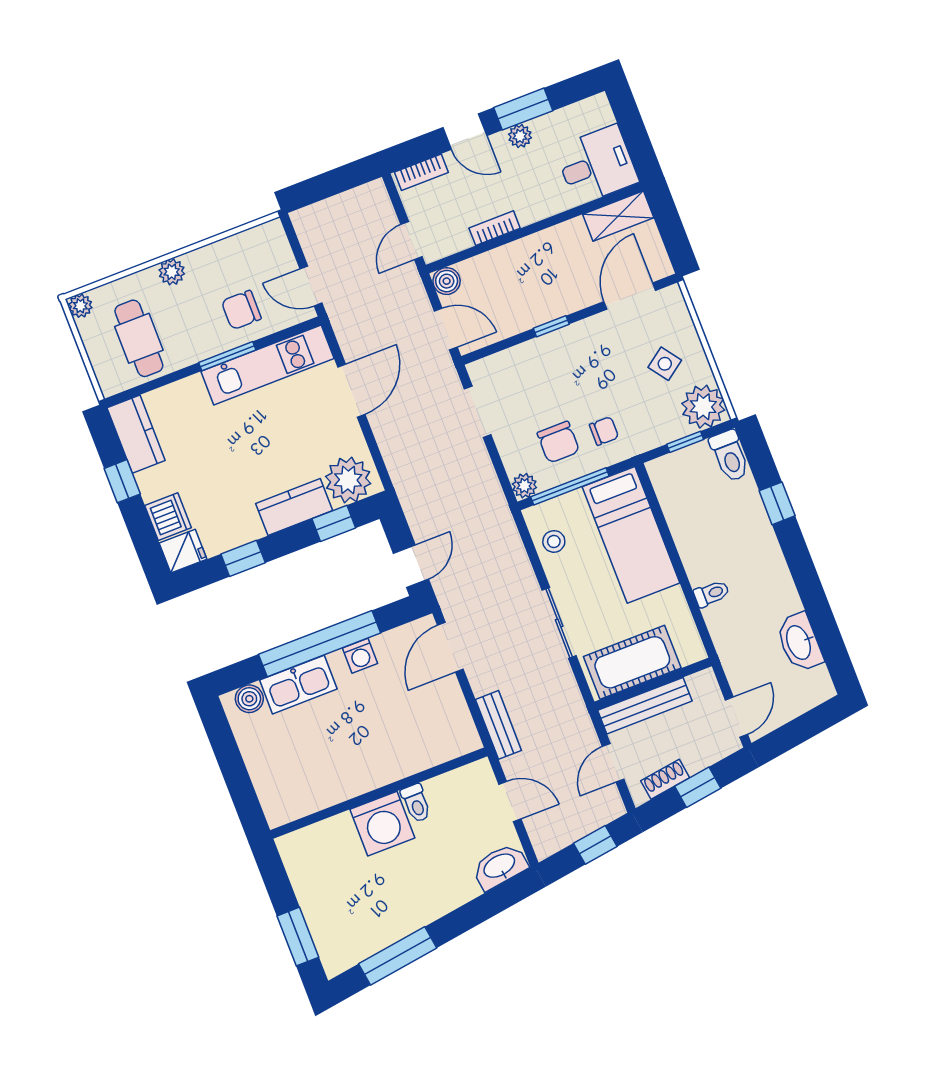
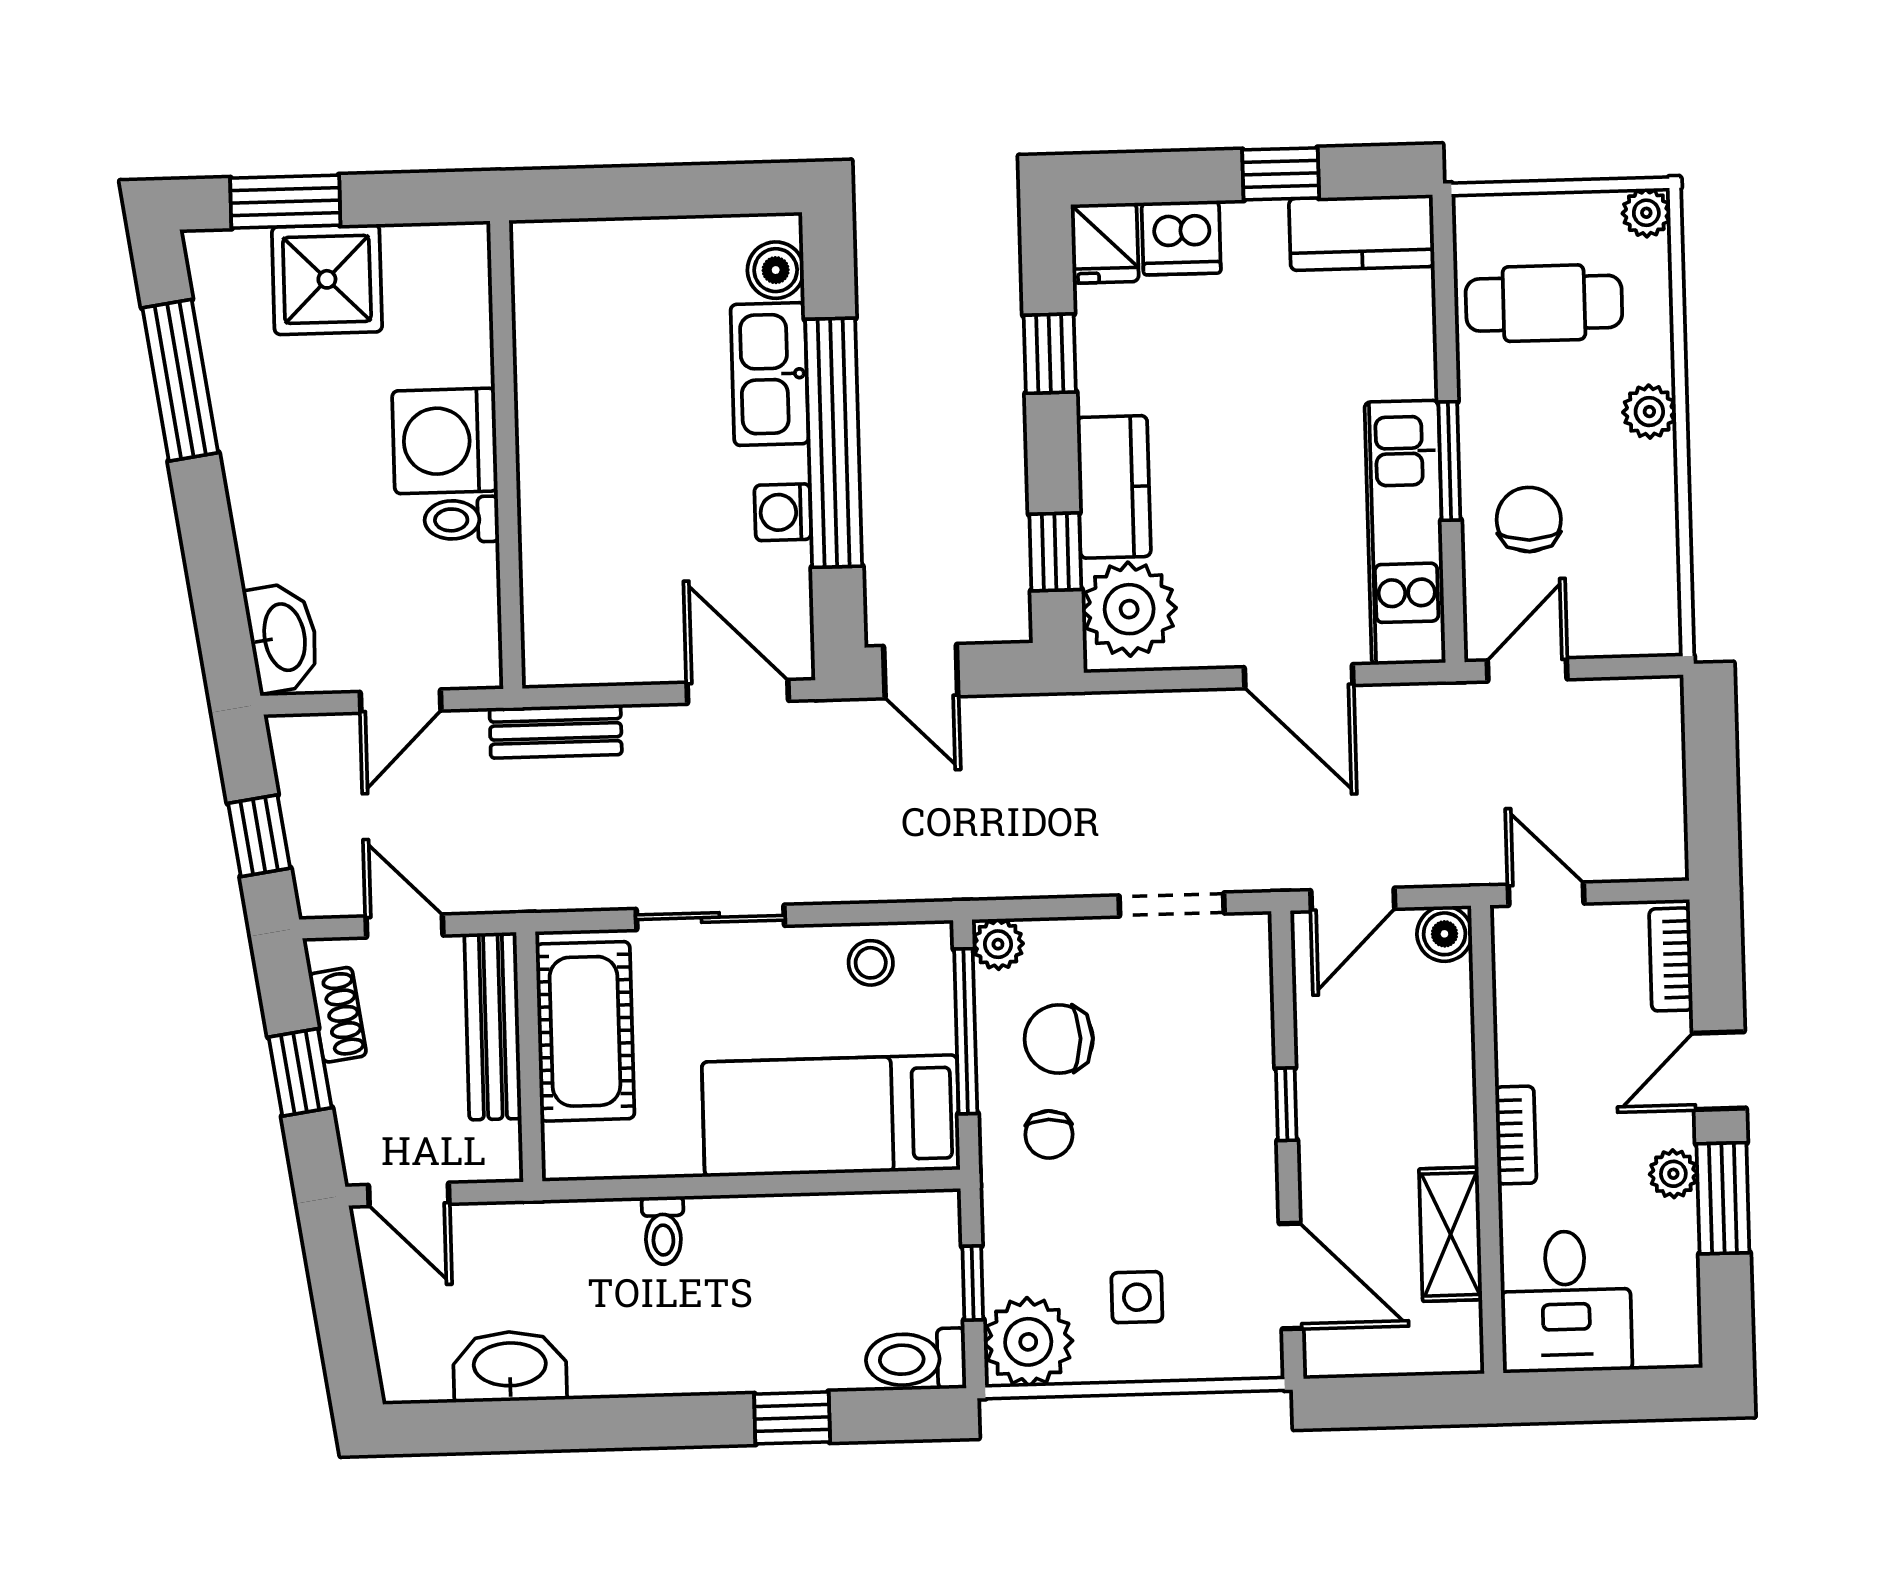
shelving: (618, 216) -> (1451, 1234), moved
bookcase: (495, 228) -> (1516, 1135), moved
side table: (665, 364) -> (1137, 1297), turned 36
shower: (327, 905) -> (327, 279), added

